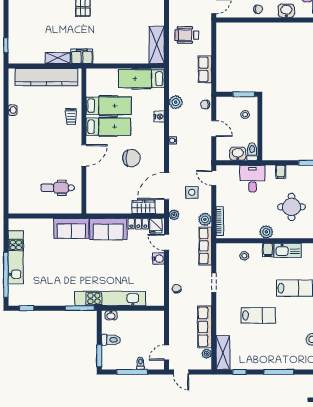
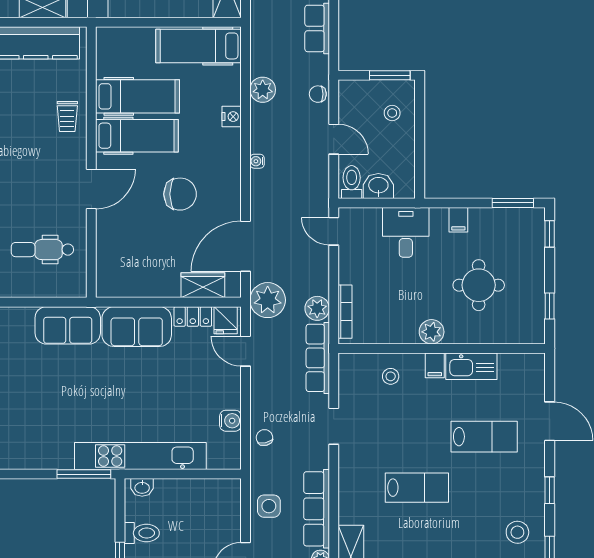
toilet: (252, 152) -> (352, 182), moved
side table: (192, 192) -> (269, 506), moved
plant: (174, 215) -> (268, 300), width x1.87, depth x1.87
water cooler: (158, 259) -> (230, 421), moved

